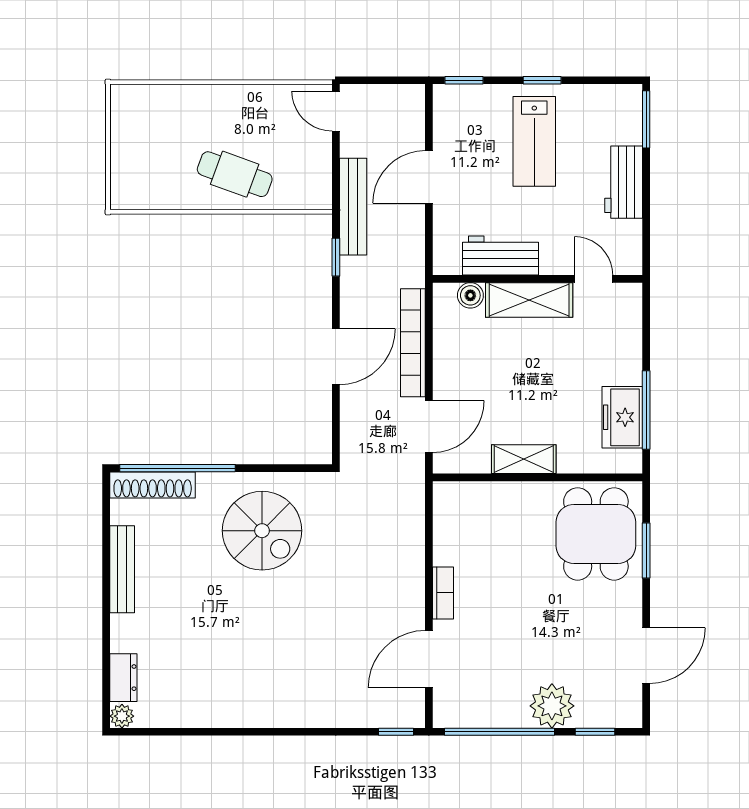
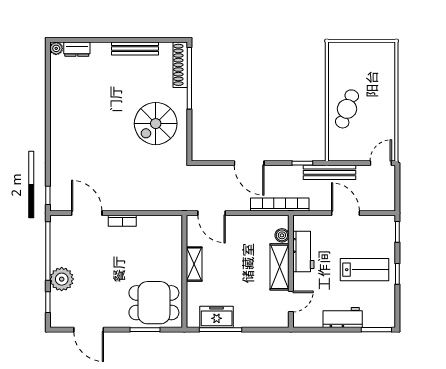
lab bench: (534, 141) -> (365, 270), turned 180
bookcase: (413, 343) -> (280, 204), moved

